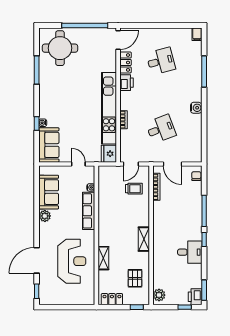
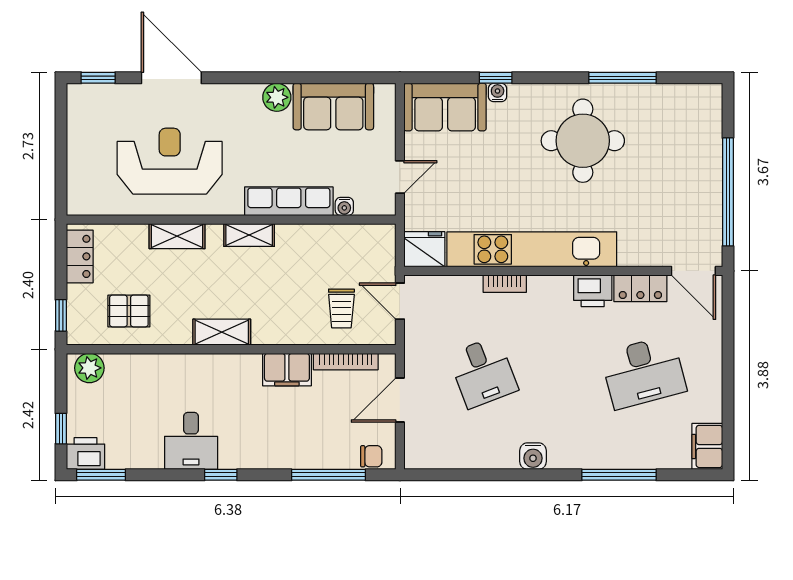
filing cabinet: (197, 34) -> (707, 446), width x2.00
round table: (60, 48) -> (583, 141), moved
desk: (161, 61) -> (643, 372), width x1.37
window: (204, 211) -> (329, 475), moved
filing cabinet: (160, 212) -> (287, 370), added
shelving: (103, 228) -> (249, 235), added
reception desk: (72, 261) -> (170, 161), turned 180

